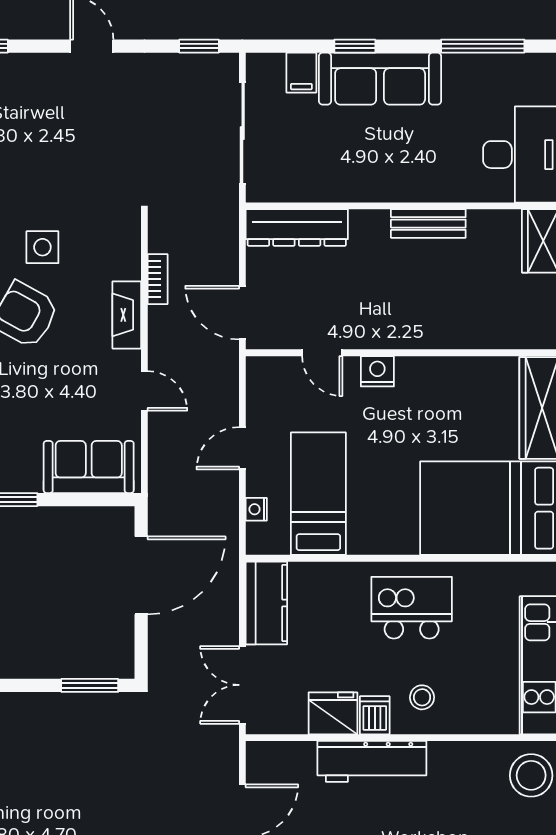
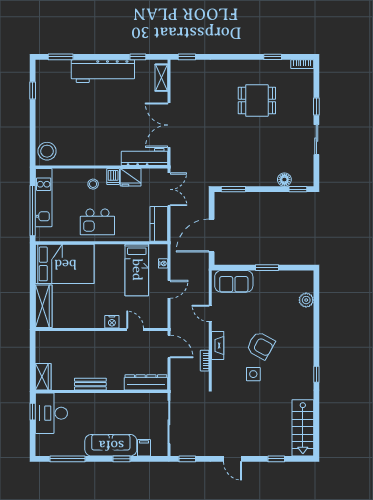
workbench: (372, 761) -> (145, 157), moved

